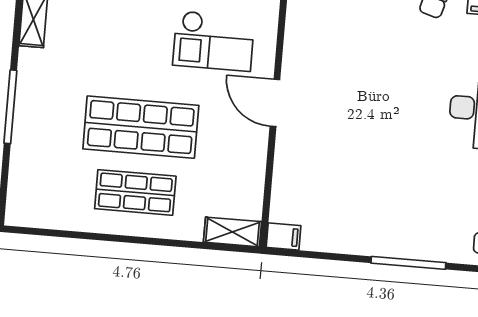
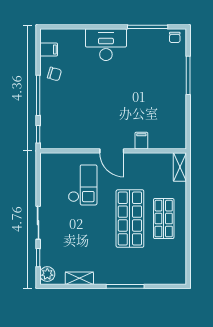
door: (275, 103) -> (112, 151), hinge flipped
filing cabinet: (284, 237) -> (141, 141), moved

